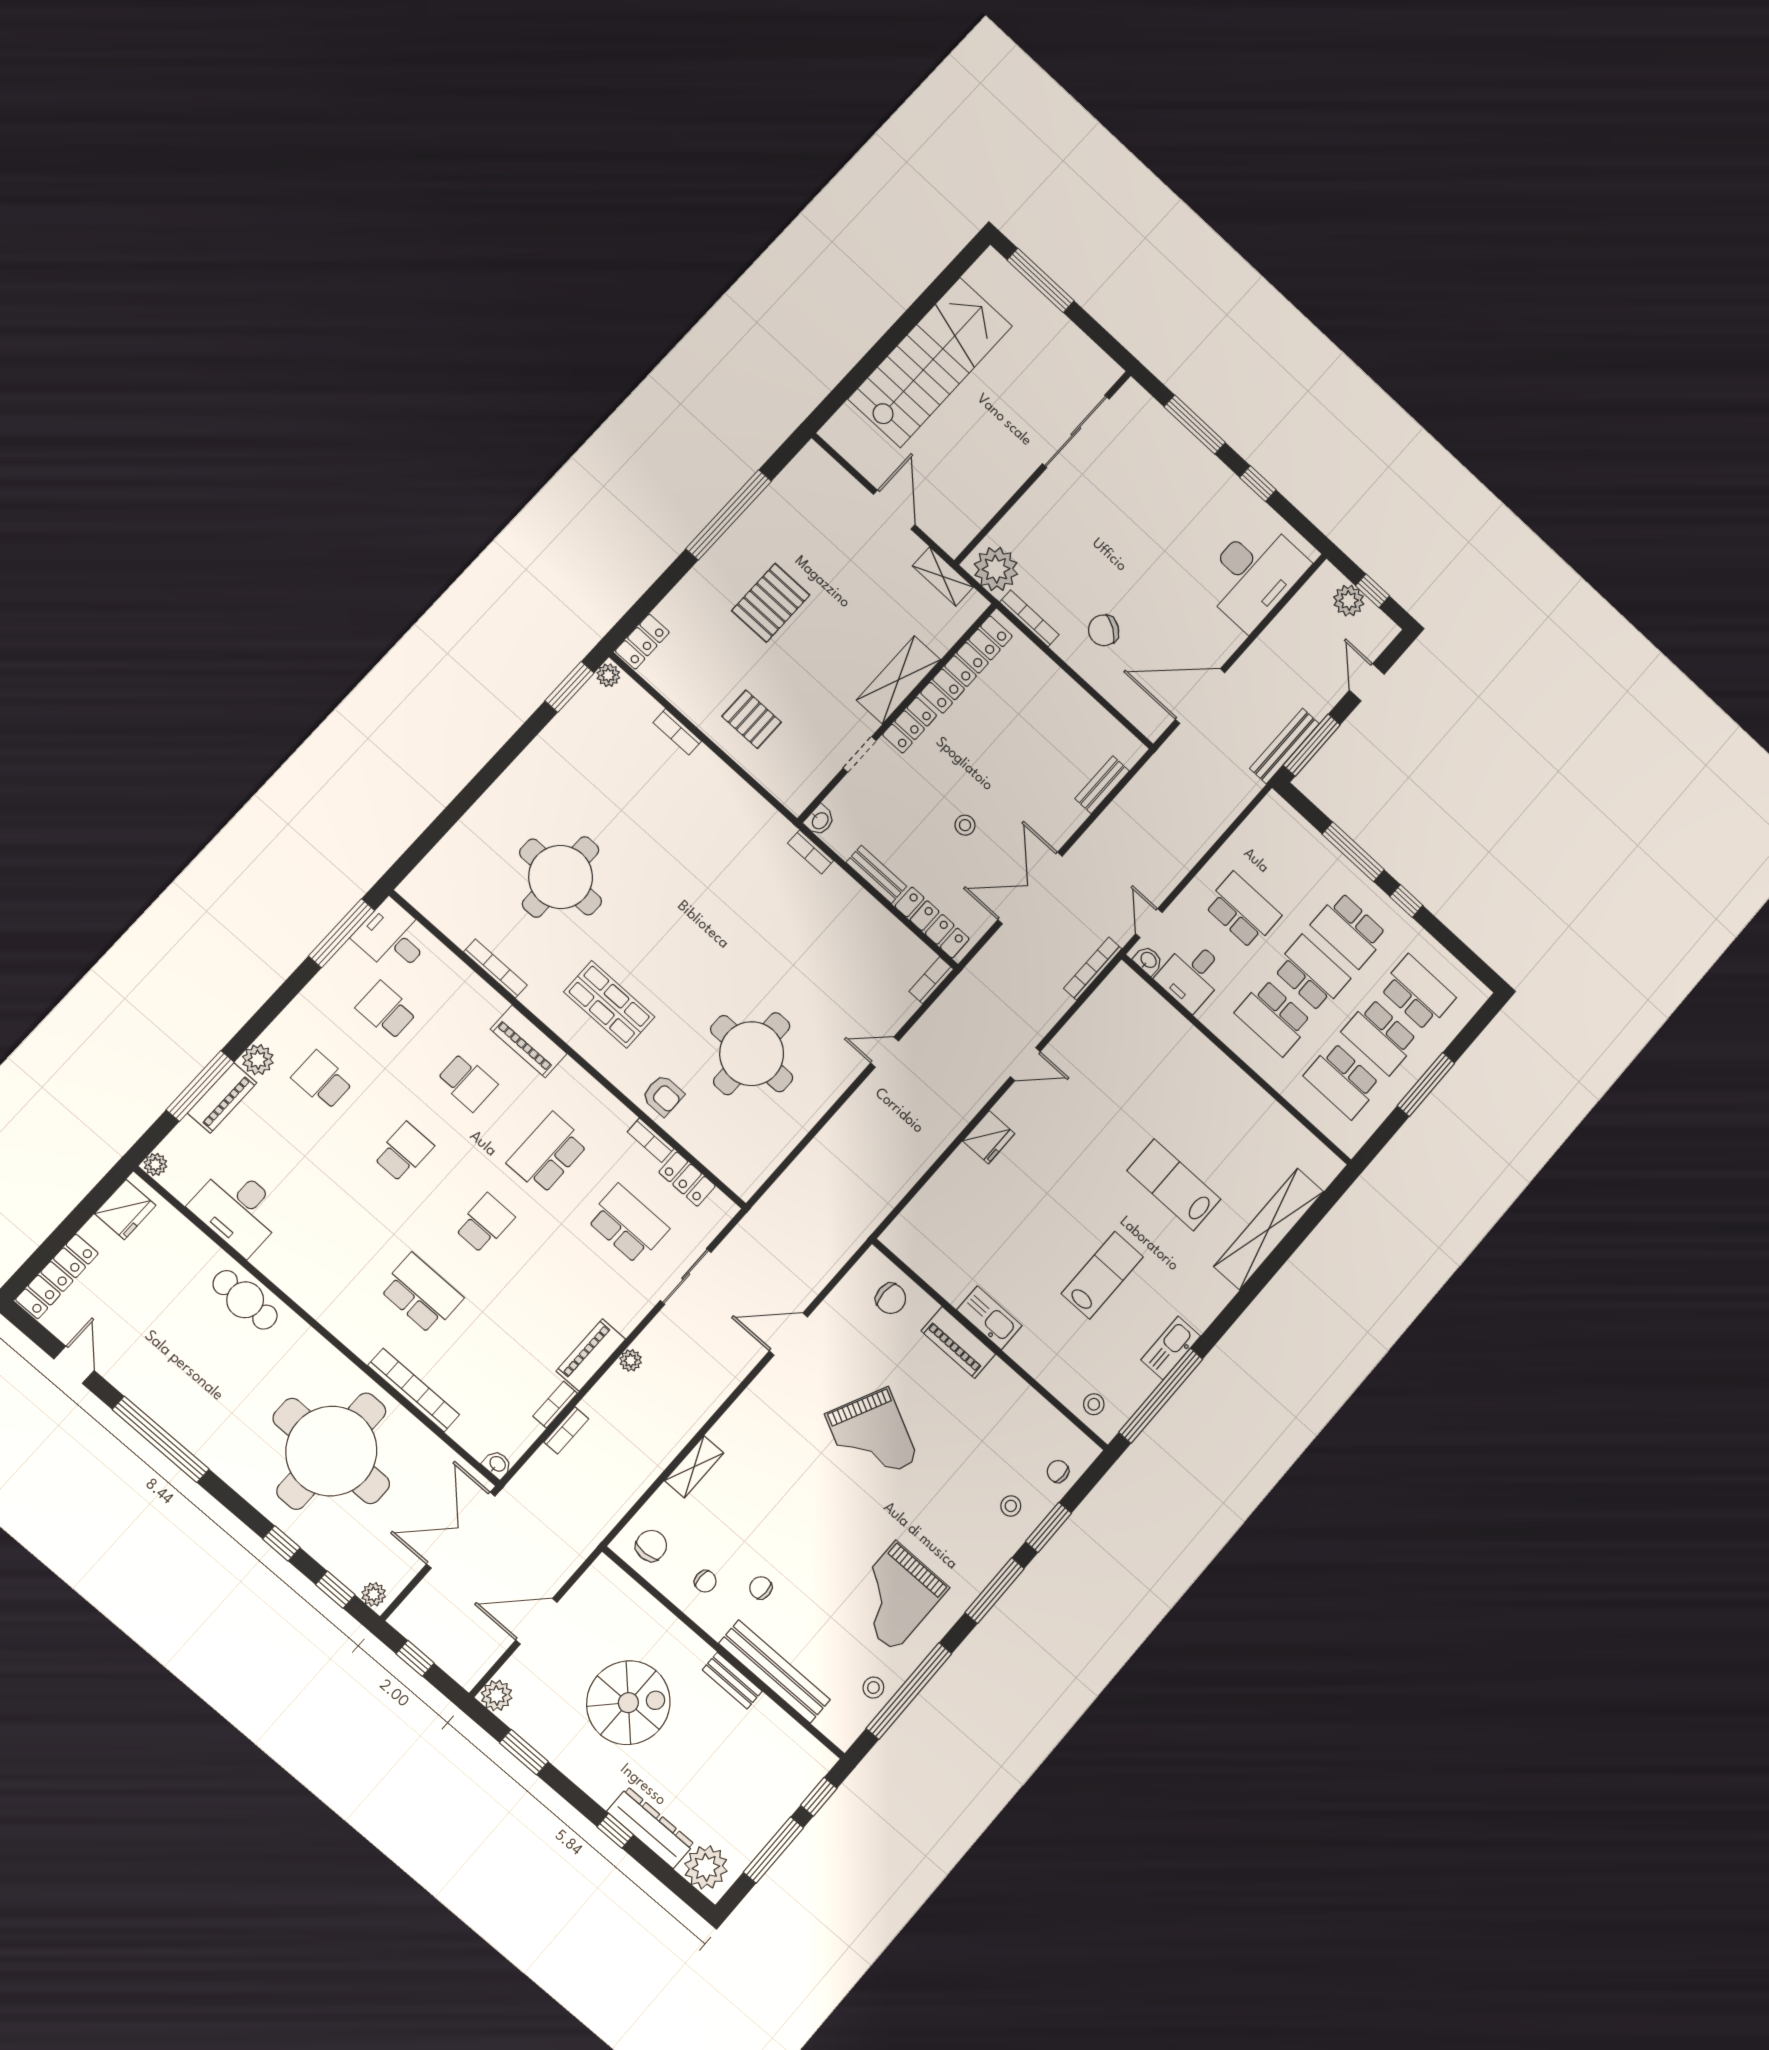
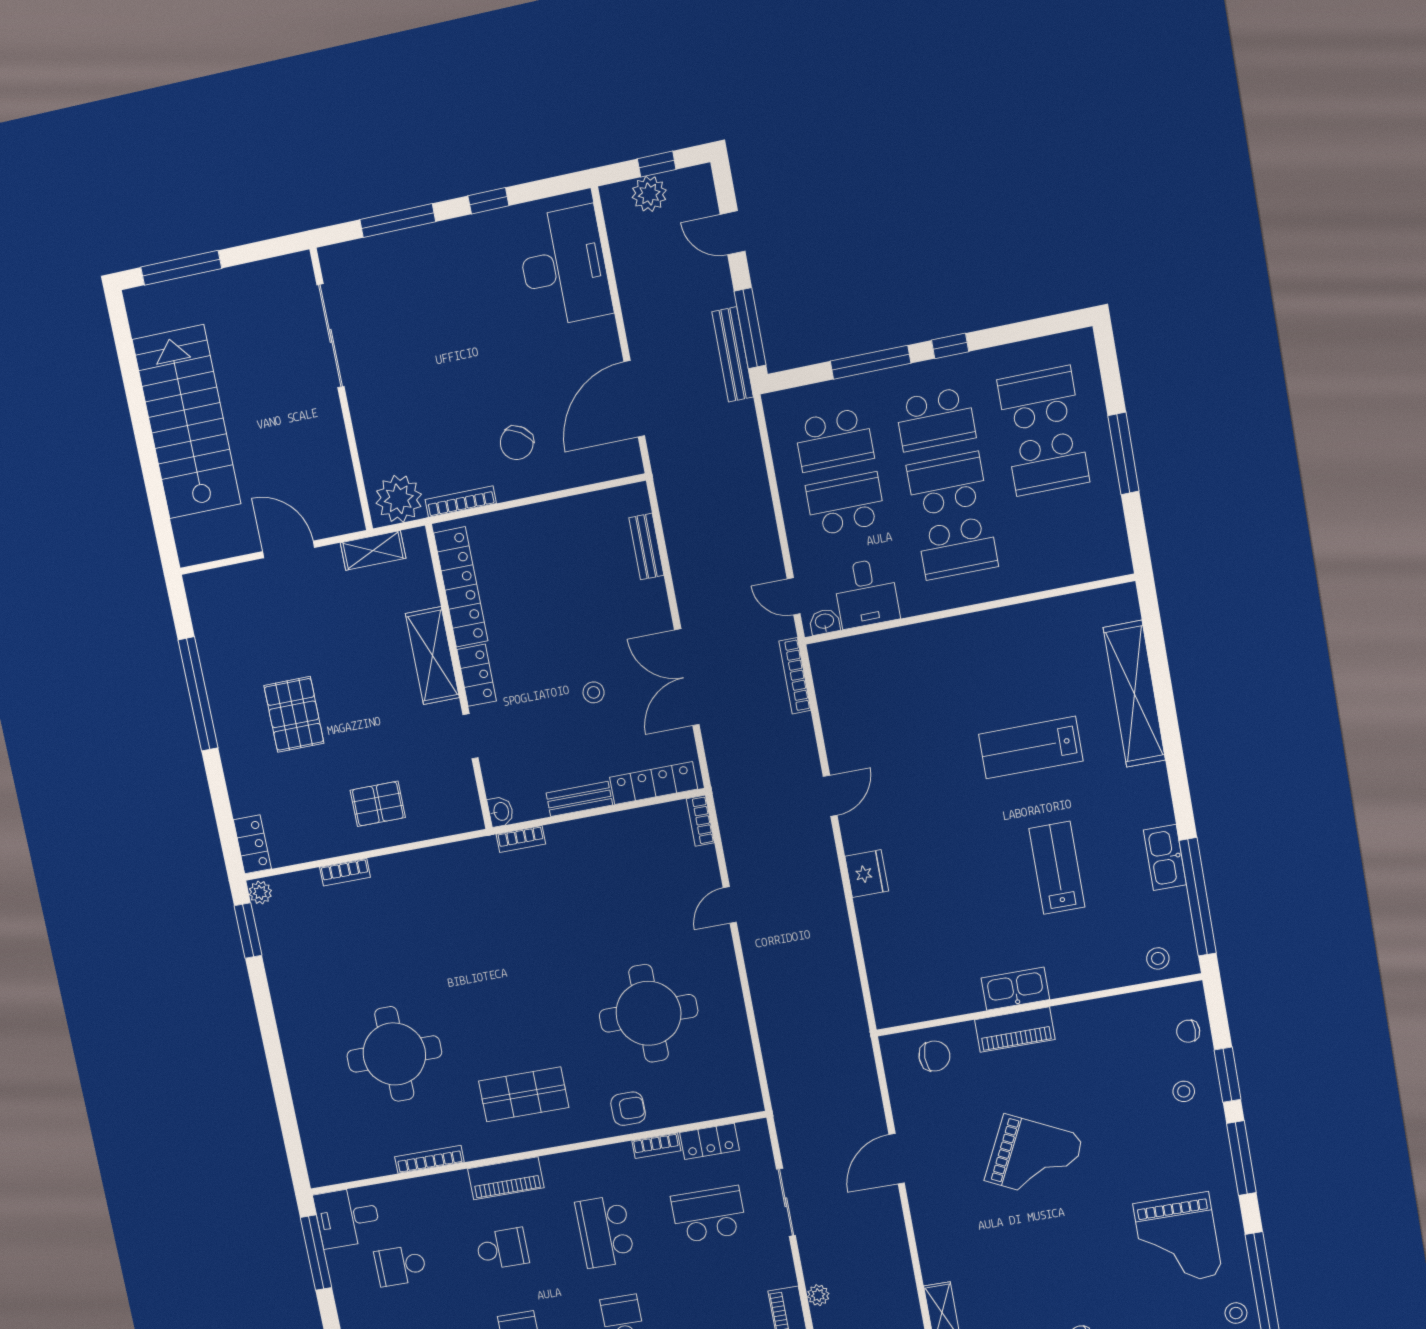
school desk: (1342, 1080) -> (834, 440), moved

